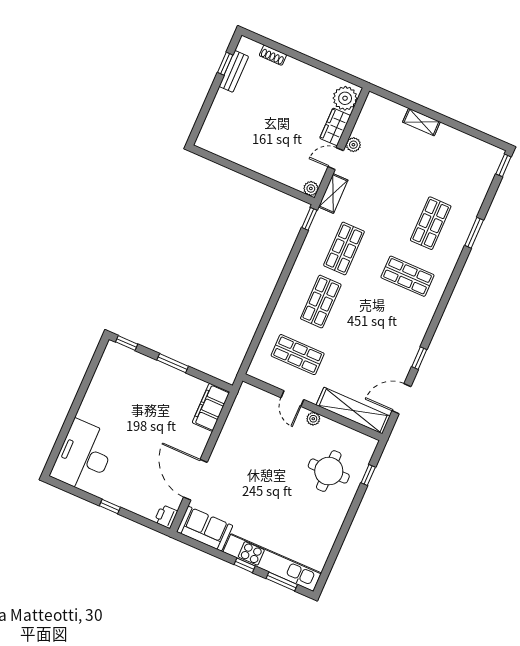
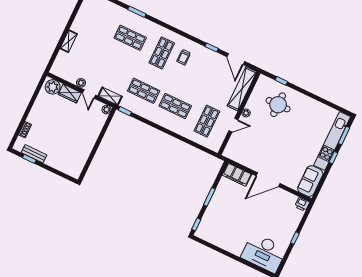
trolley: (402, 313) -> (184, 57), added
door: (195, 480) -> (268, 180), moved

